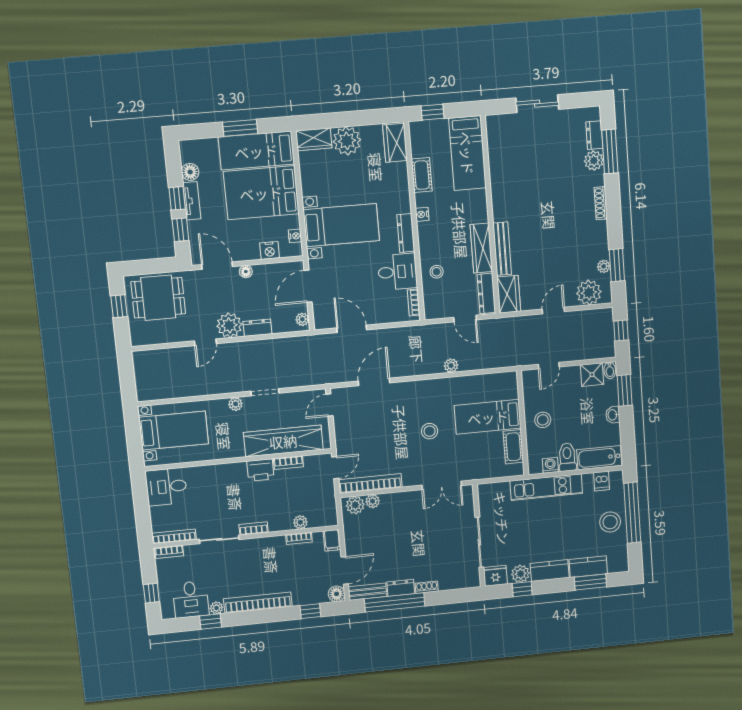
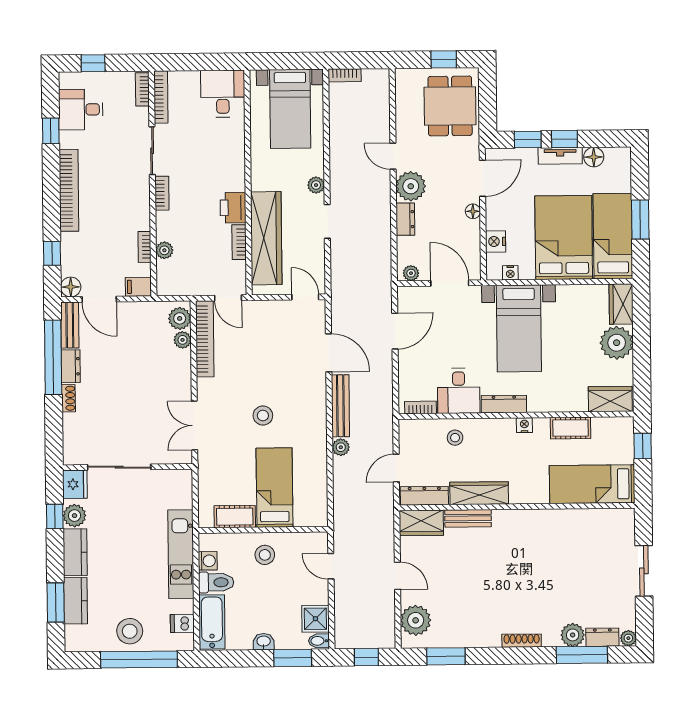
bench: (502, 249) -> (468, 518), width x0.73
plant: (604, 266) -> (628, 638), moved
bench: (417, 369) -> (340, 406), added
bookcase: (141, 388) -> (345, 75), added
plant: (216, 608) -> (67, 140), removed

